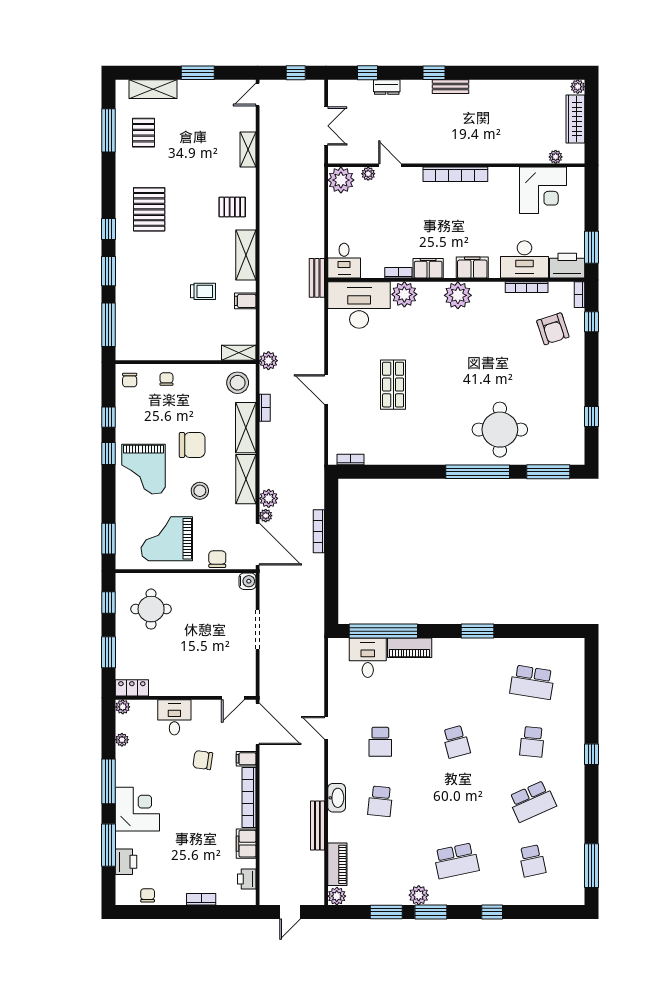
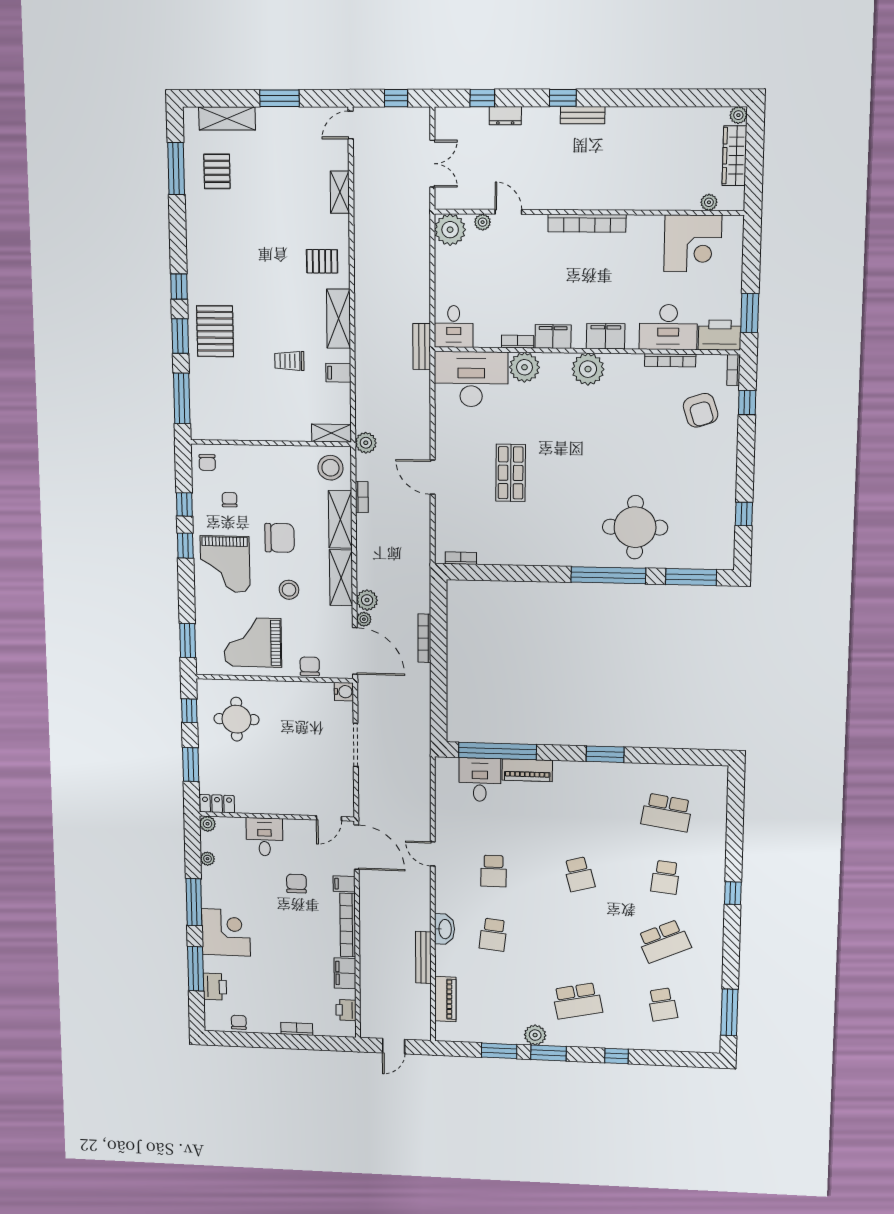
pallet: (149, 209) -> (215, 331), moved
trolley: (203, 291) -> (289, 361), turned 180
chair: (166, 379) -> (230, 500), moved
chair: (203, 760) -> (296, 884), turned 82
plant: (337, 896) -> (445, 1032), removed

